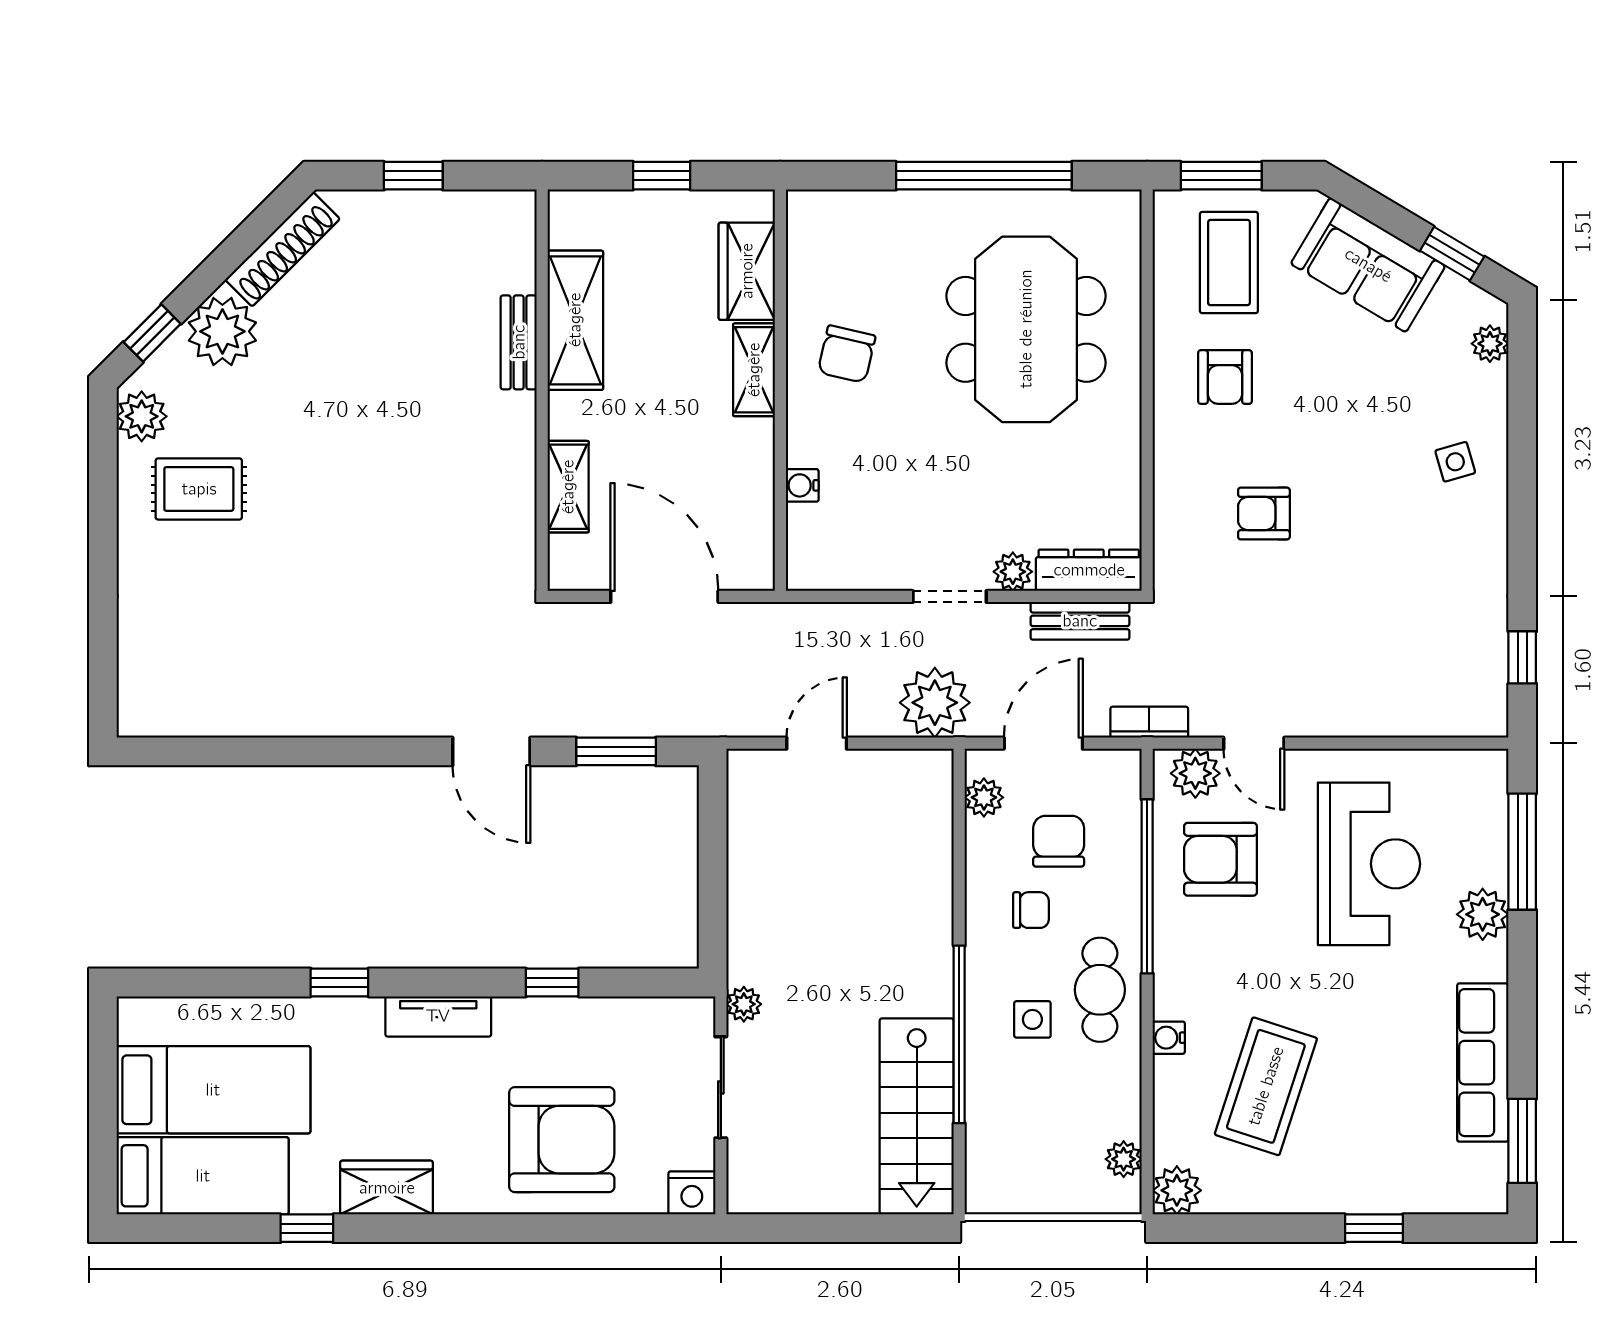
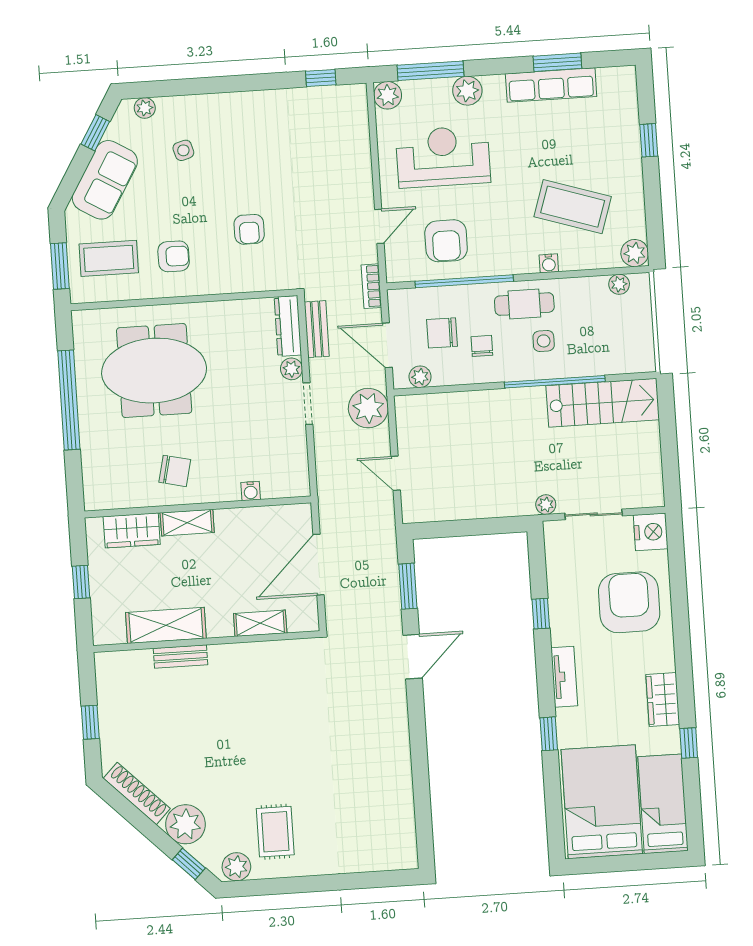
side table: (1455, 462) -> (183, 150), moved
plant: (1195, 773) -> (388, 95), moved
bed: (213, 1090) -> (602, 802), width x1.50
window: (1522, 1141) -> (557, 62), moved
nightstand: (692, 1193) -> (651, 532), width x1.36, depth x1.33

